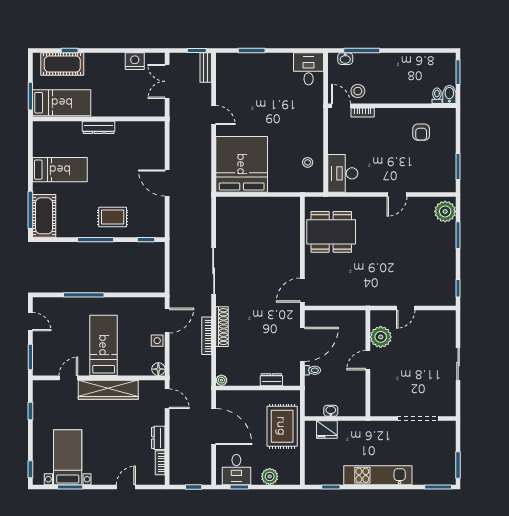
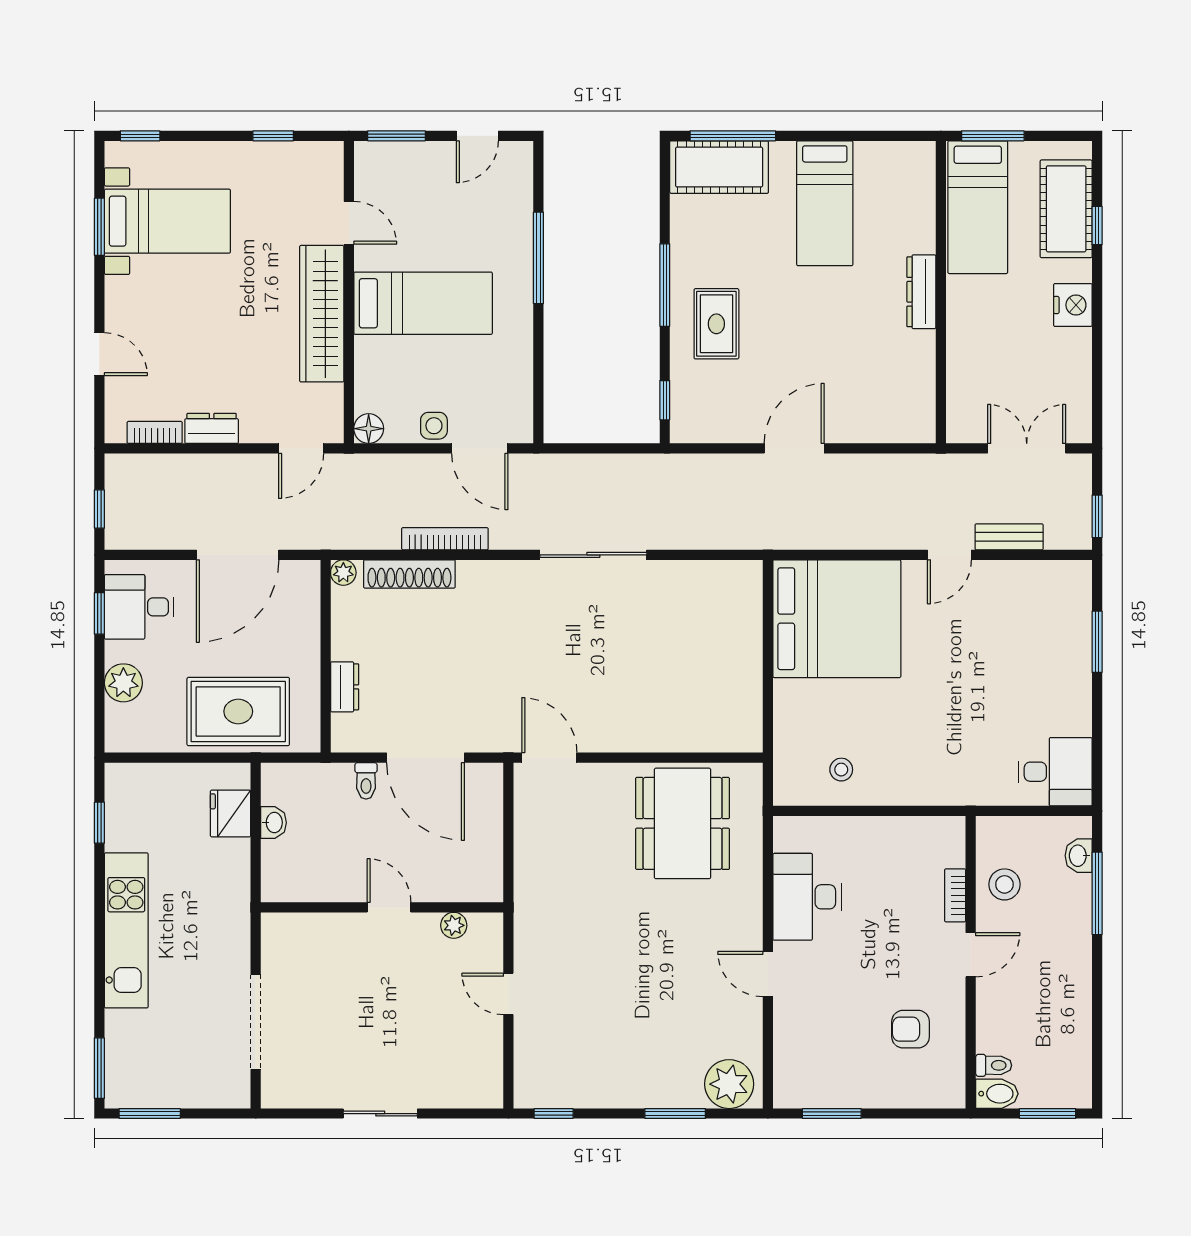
nightstand: (135, 61) -> (1073, 305), moved
bench: (206, 68) -> (1009, 537), moved
door: (341, 106) -> (971, 955), moved
desk: (343, 173) -> (807, 897), moved, turned -90
shoe rack: (222, 327) -> (409, 574), moved
plant: (381, 337) -> (454, 925), width x0.53, depth x0.53

